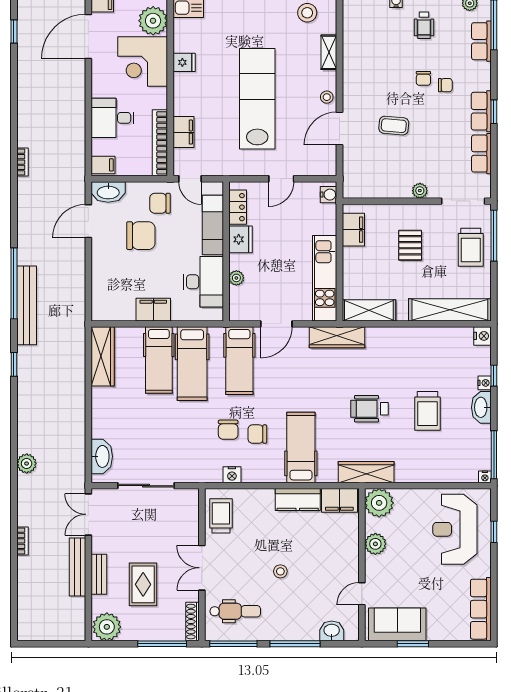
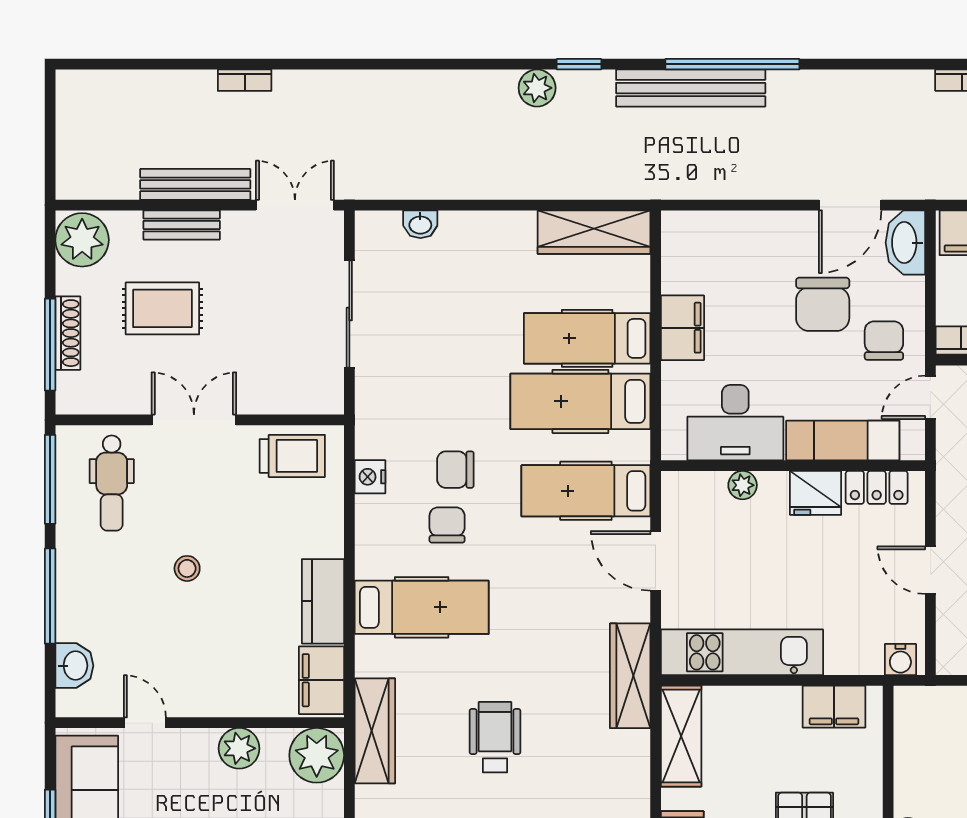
door: (88, 221) -> (850, 205), swing flipped
washbasin: (102, 456) -> (420, 224), width x0.52, depth x0.69
plant: (27, 463) -> (537, 88), moved
shoe rack: (192, 622) -> (68, 333), moved, turned 90

